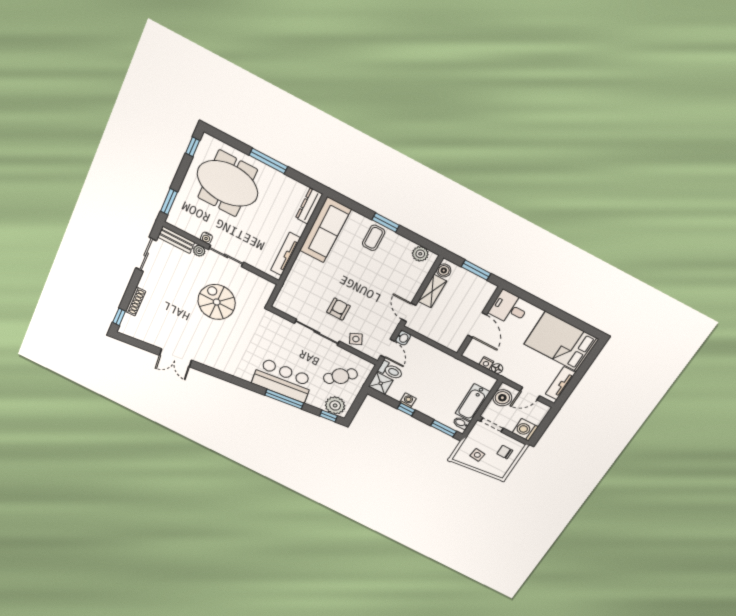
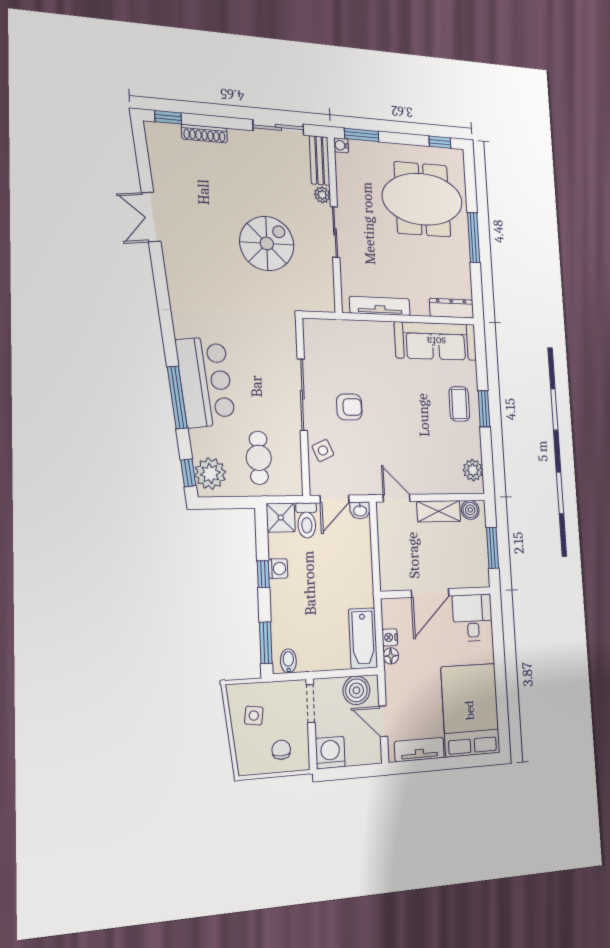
meeting table: (227, 183) -> (422, 199), turned 90
water cooler: (206, 238) -> (341, 145), moved
coffee table: (374, 238) -> (459, 404), turned 90
door: (409, 312) -> (397, 498), hinge flipped
cafe table: (340, 376) -> (259, 458), turned 42
bathtub: (473, 403) -> (363, 638), moved, turned -90

